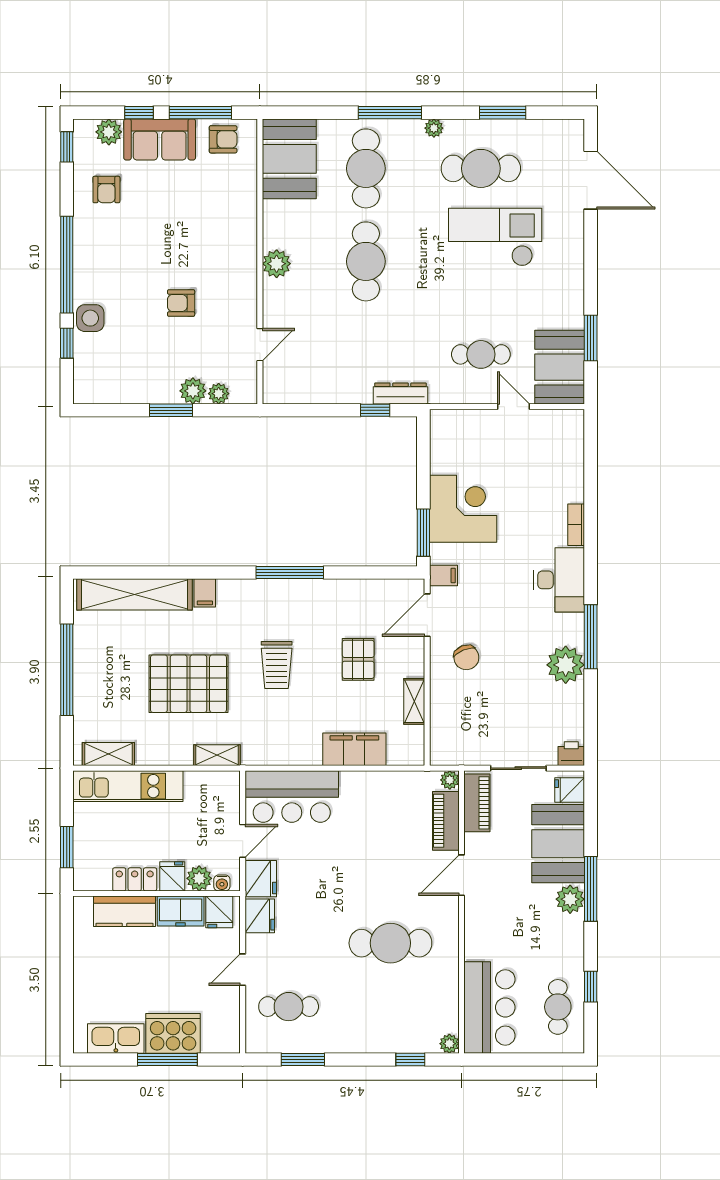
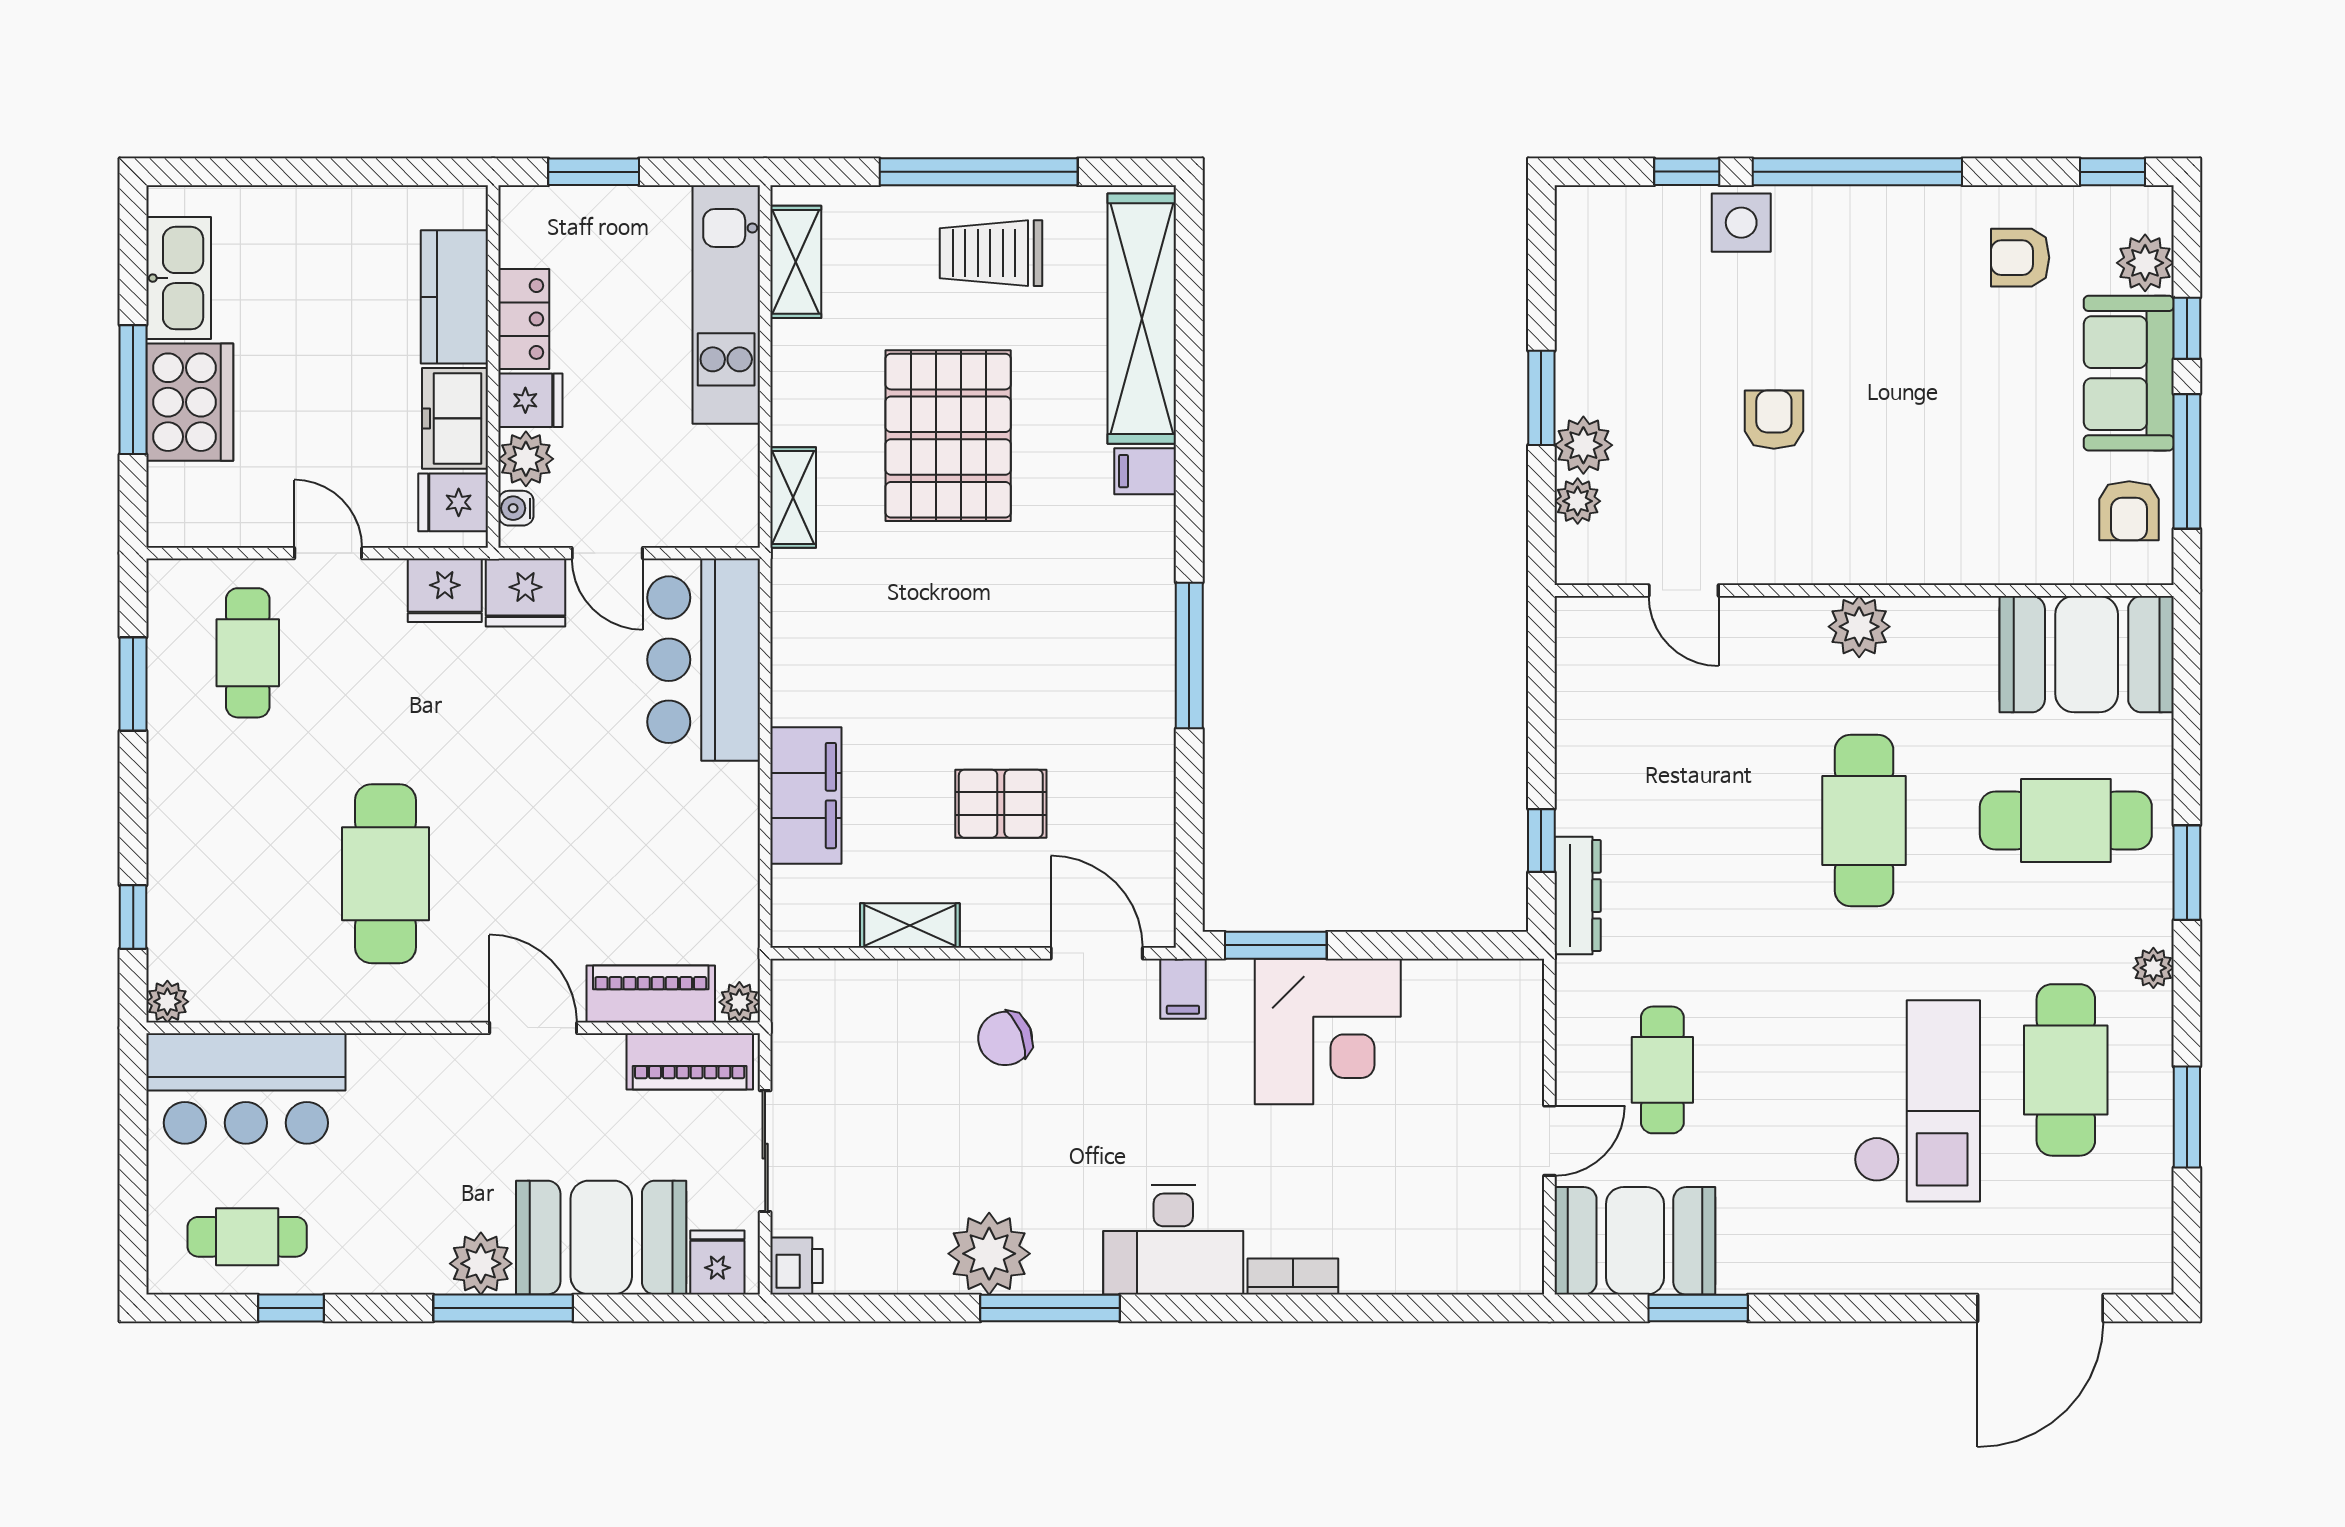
window: (390, 113) -> (2187, 873), width x0.69
cafe table: (366, 261) -> (1864, 821), turned 90
trolley: (277, 665) -> (991, 253), moved

